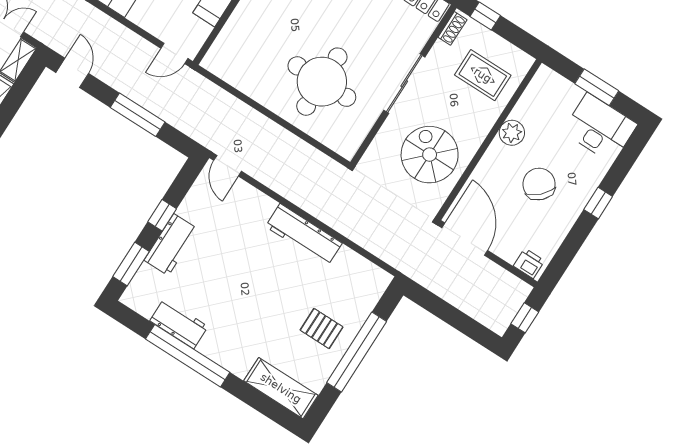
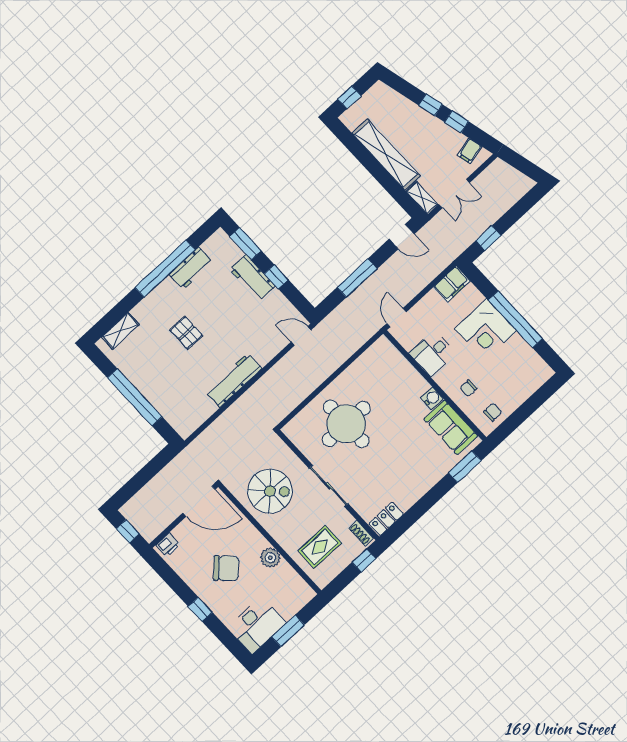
pallet: (322, 329) -> (186, 333), moved, turned 90
shelving: (281, 388) -> (120, 331), width x0.67, depth x0.75

